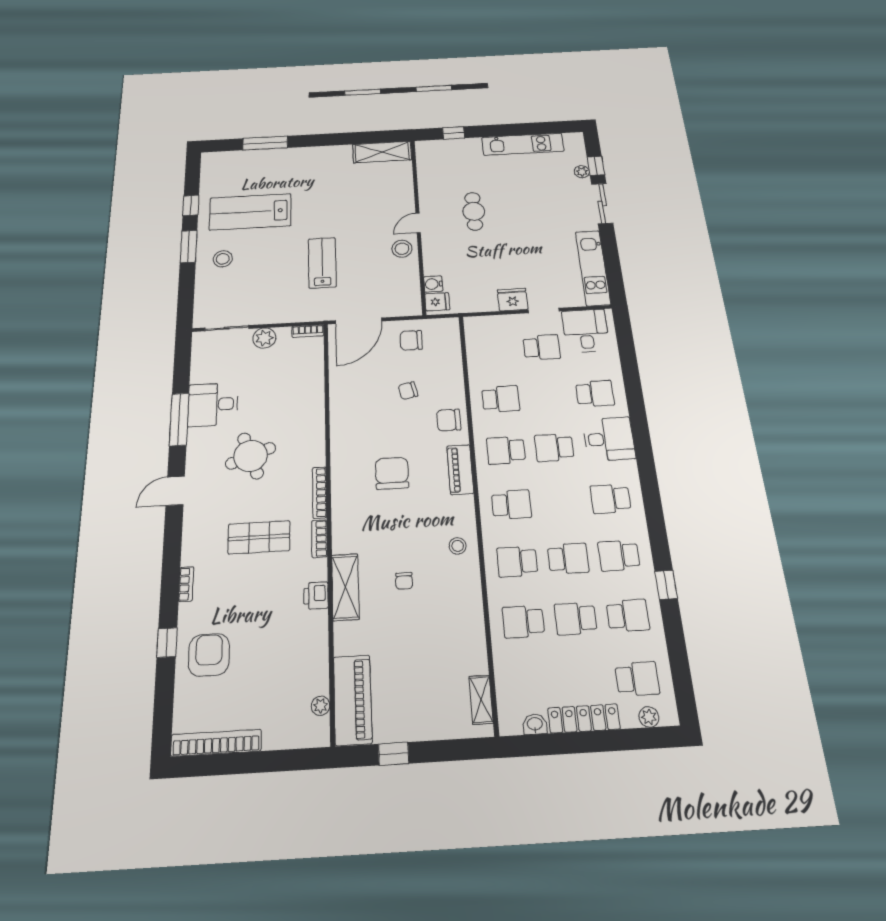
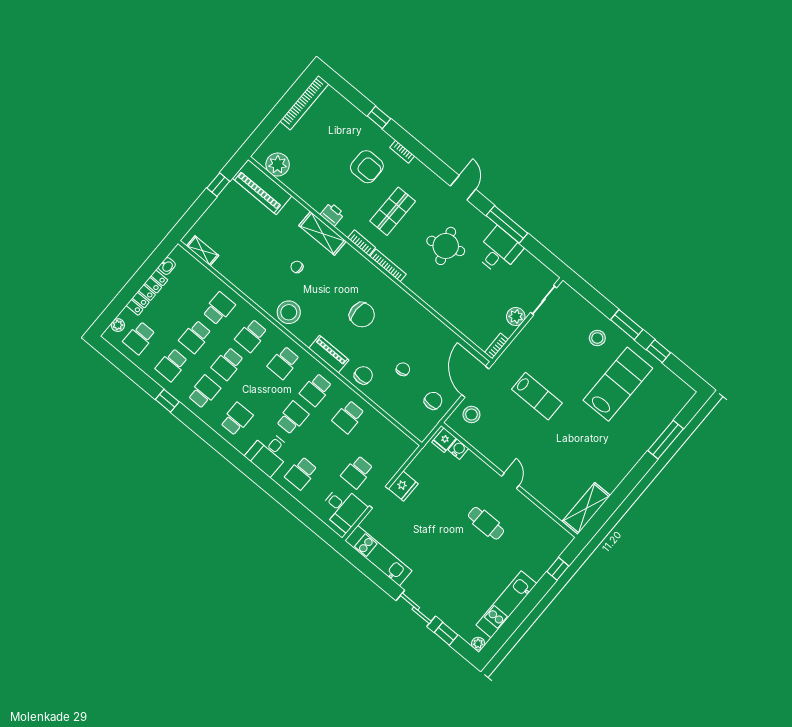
plant: (582, 172) -> (478, 644), moved
stool: (402, 249) -> (471, 415), moved
school desk: (506, 450) -> (316, 390), turned 180
stool: (458, 546) -> (289, 312), width x1.89, depth x1.89
school desk: (517, 562) -> (251, 336), turned 180
school desk: (576, 619) -> (195, 337), turned 180
armchair: (209, 655) -> (367, 167), moved
plant: (321, 706) -> (278, 165), width x1.88, depth x1.88

